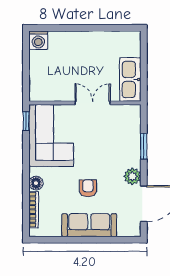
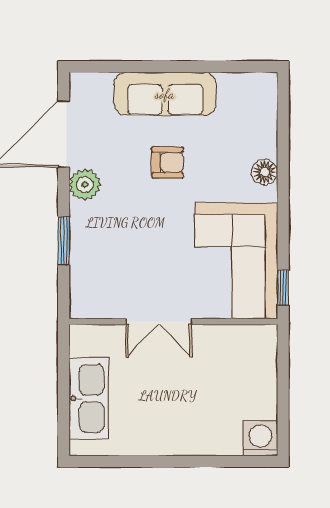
kitchen sink: (130, 80) -> (89, 398), moved
armchair: (88, 188) -> (168, 162), turned -90
bookcase: (34, 210) -> (269, 123), removed

